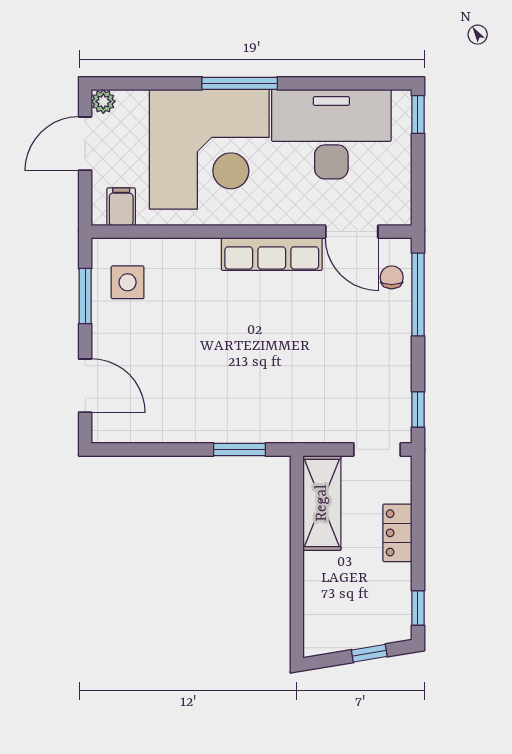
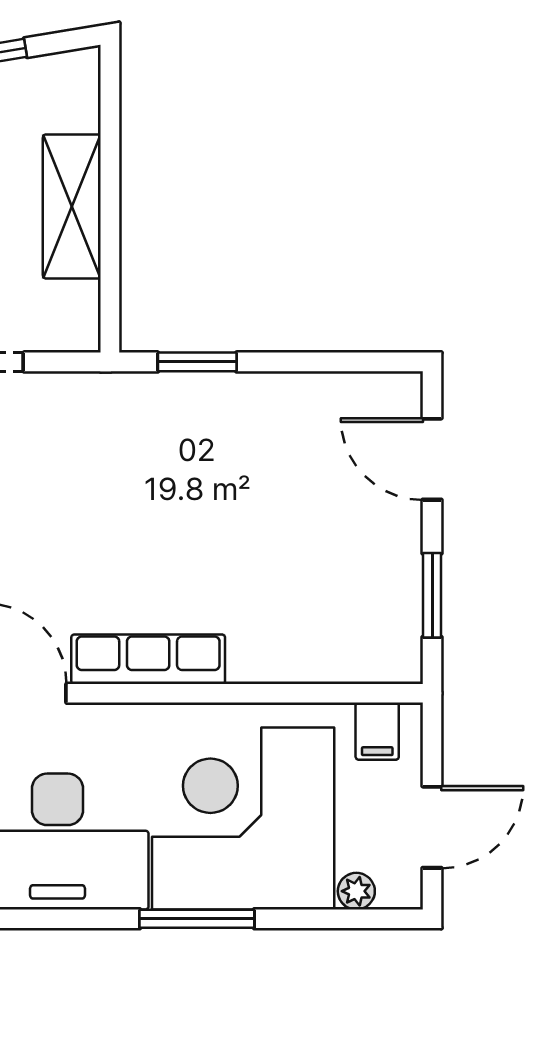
plant: (103, 101) -> (356, 891), moved
side table: (128, 282) -> (367, 616), removed
shelving: (322, 503) -> (72, 206), moved

